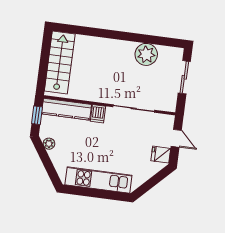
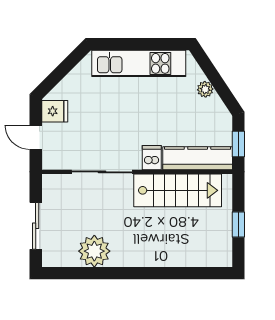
window: (44, 60) -> (238, 225), added
stairs: (60, 63) -> (178, 190), moved, turned -90
plant: (49, 144) -> (205, 89), moved

